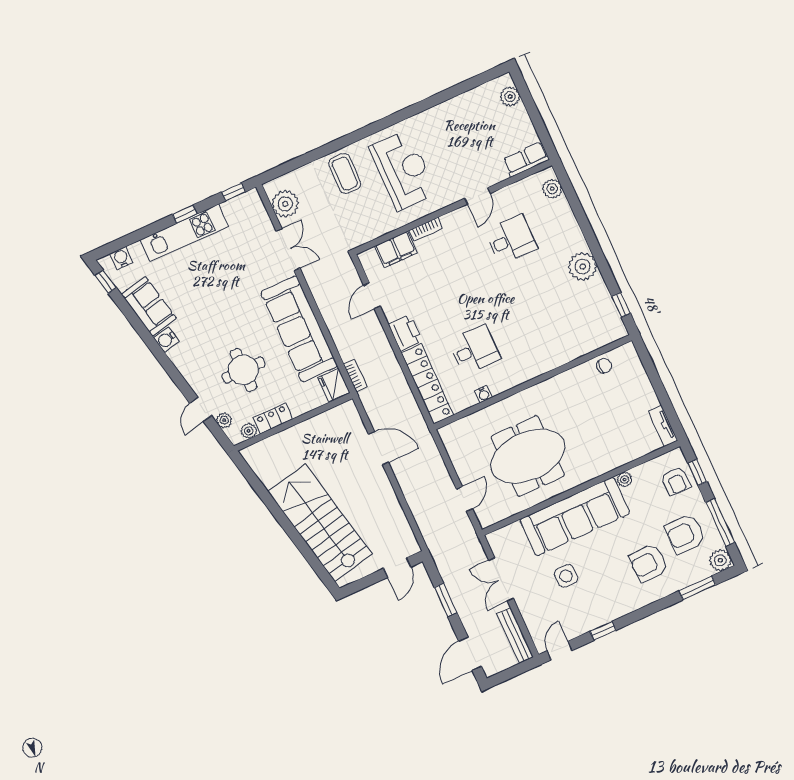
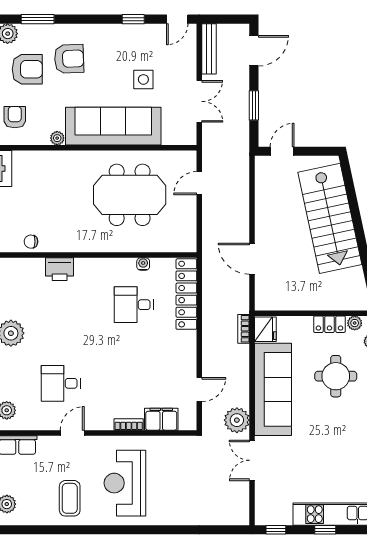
coffee table: (345, 174) -> (70, 498), moved
plant: (285, 204) -> (237, 420), moved
printer: (405, 332) -> (60, 269), moved, turned -90

